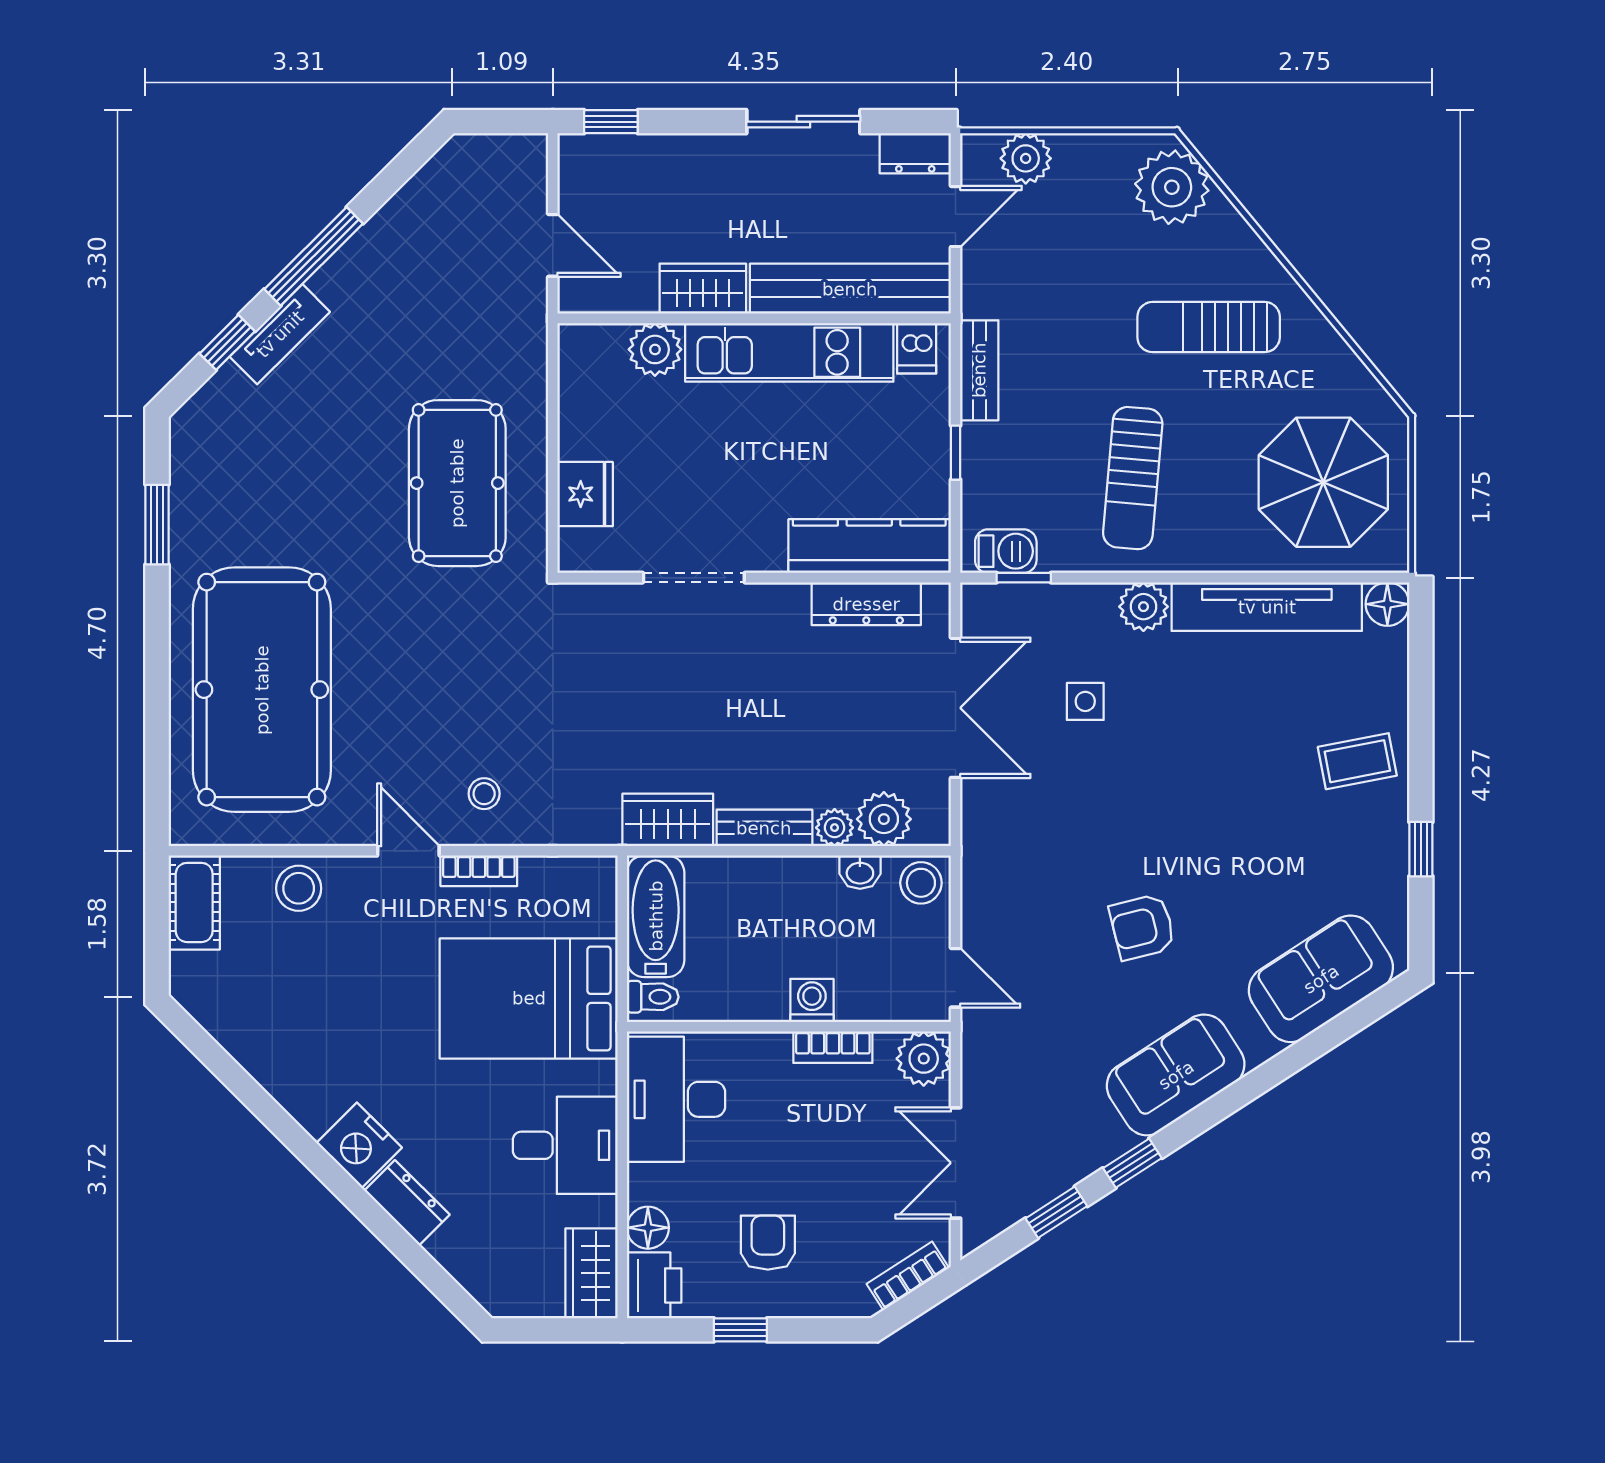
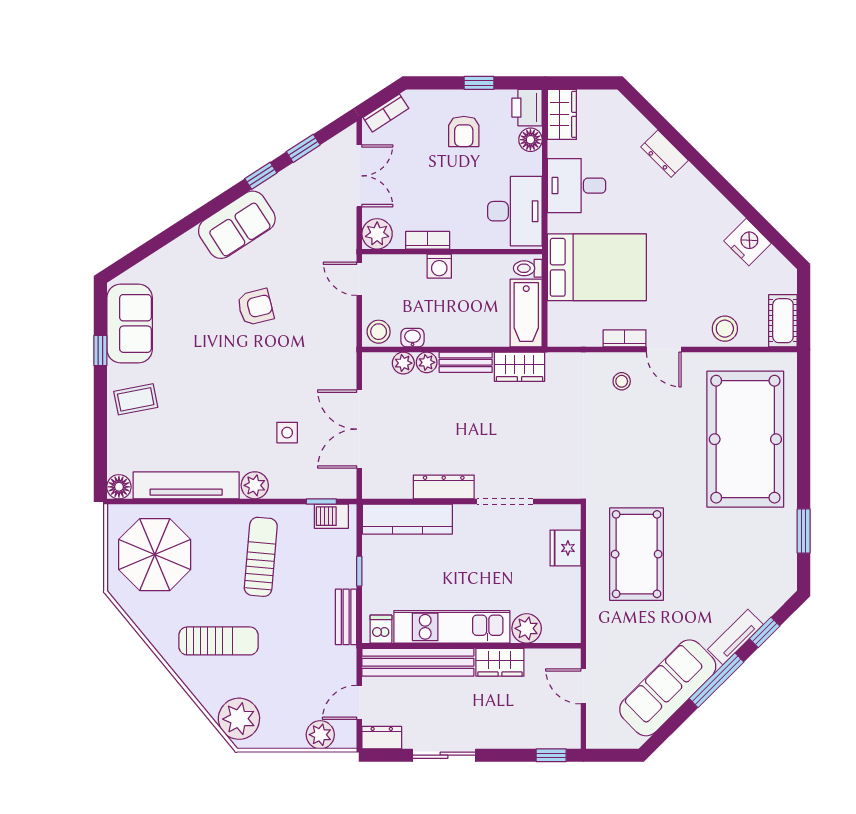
sofa: (401, 243) -> (668, 688), added
dresser: (866, 604) -> (444, 487), moved
plant: (884, 819) -> (403, 363), width x0.73, depth x0.73
sofa: (1321, 979) -> (130, 323), moved, turned -57
nightstand: (359, 1145) -> (748, 242), moved

